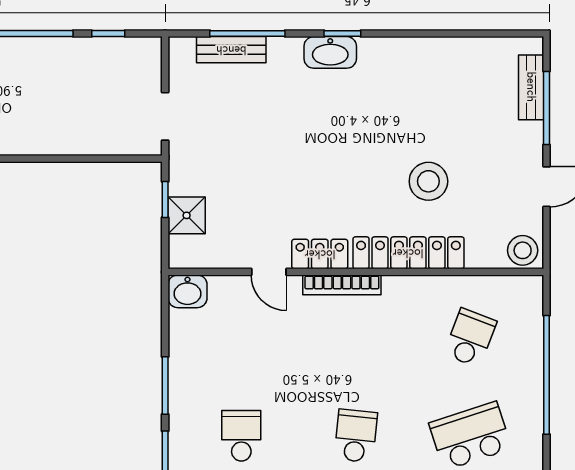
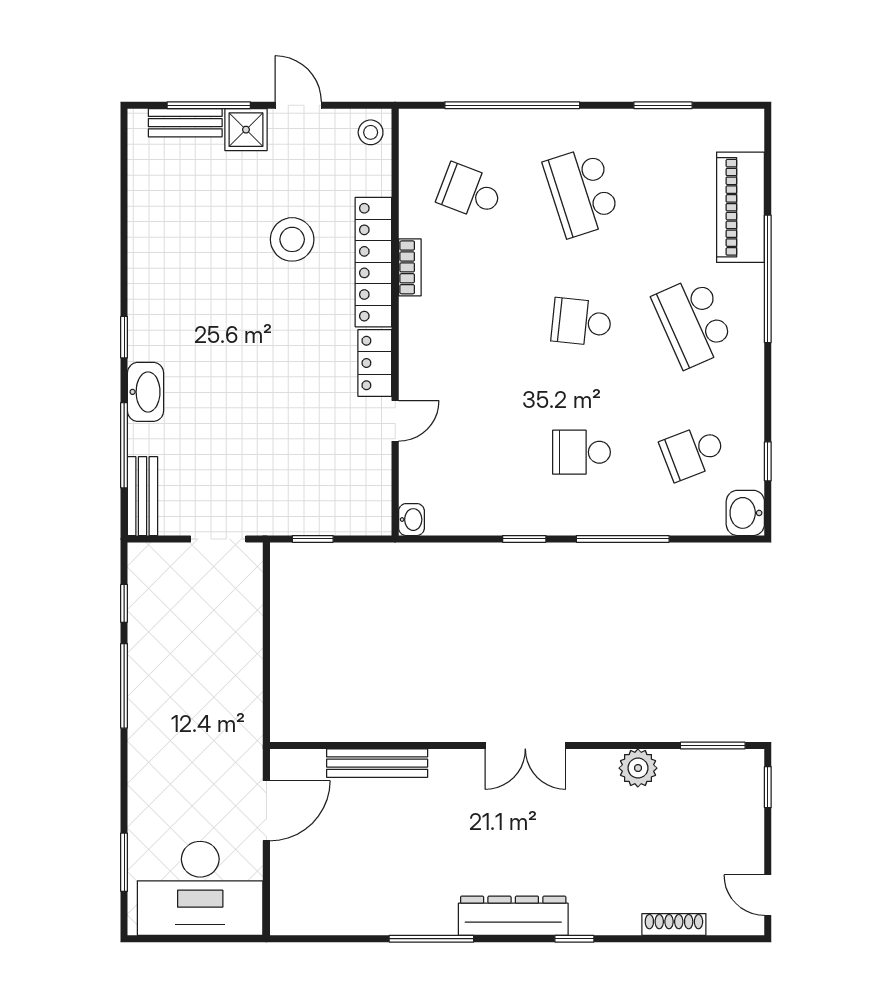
bench: (231, 50) -> (142, 496), moved
washbasin: (330, 52) -> (146, 392), moved
shower: (187, 215) -> (246, 130), moved
stool: (523, 250) -> (371, 132), width x0.73, depth x0.73
bookcase: (342, 285) -> (410, 267), moved, width x0.64
washbasin: (187, 291) -> (411, 520), width x0.72, depth x0.69
window: (165, 385) -> (524, 539), width x0.67

